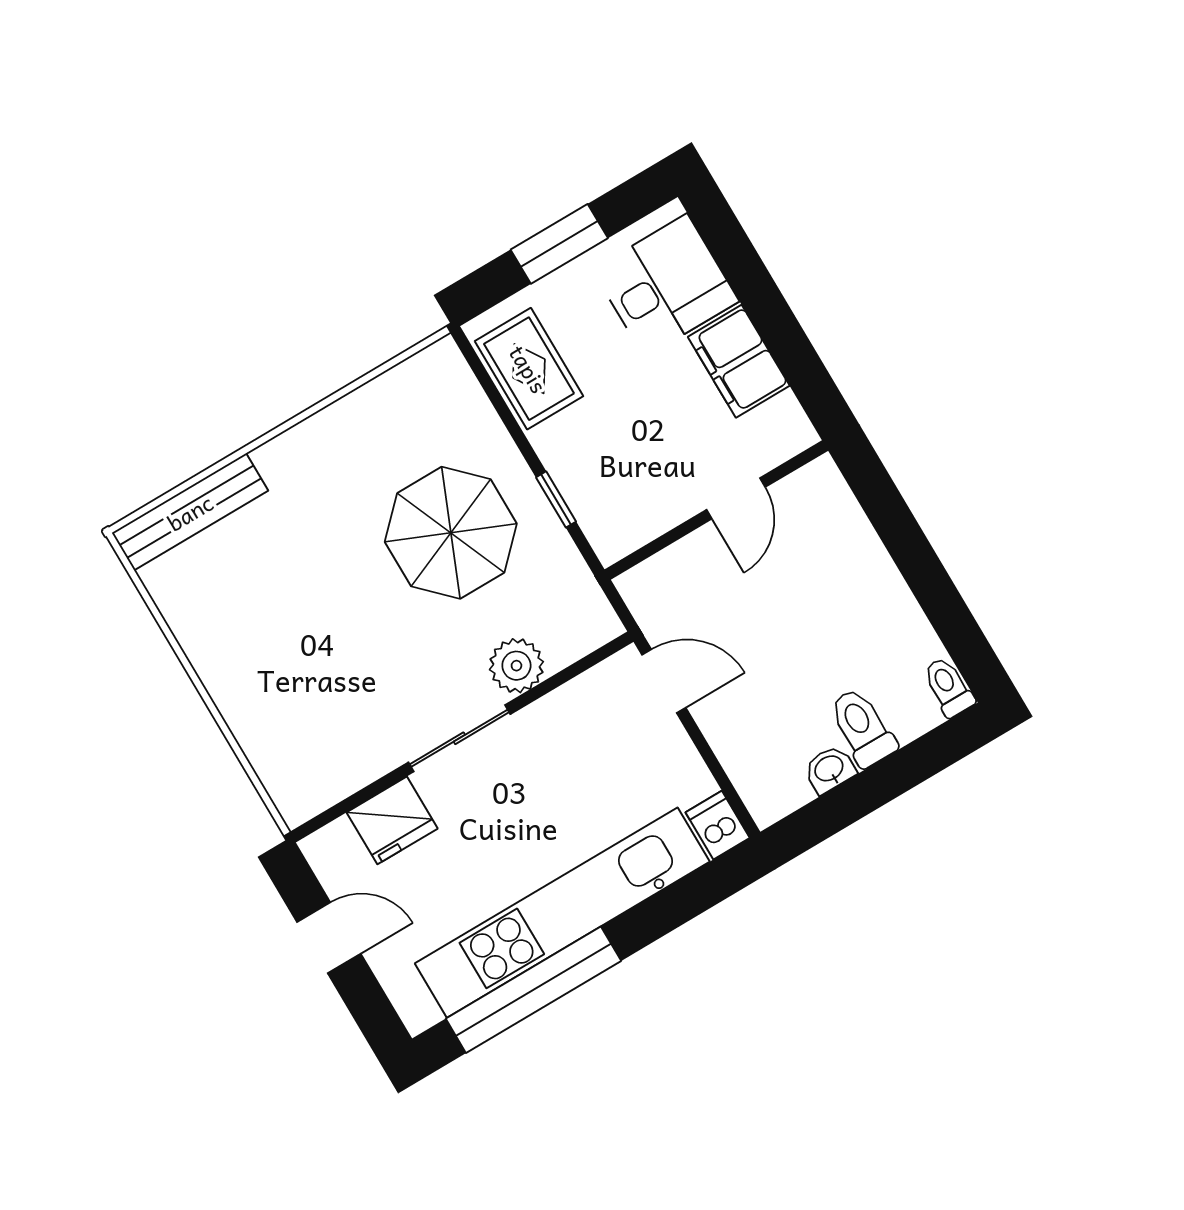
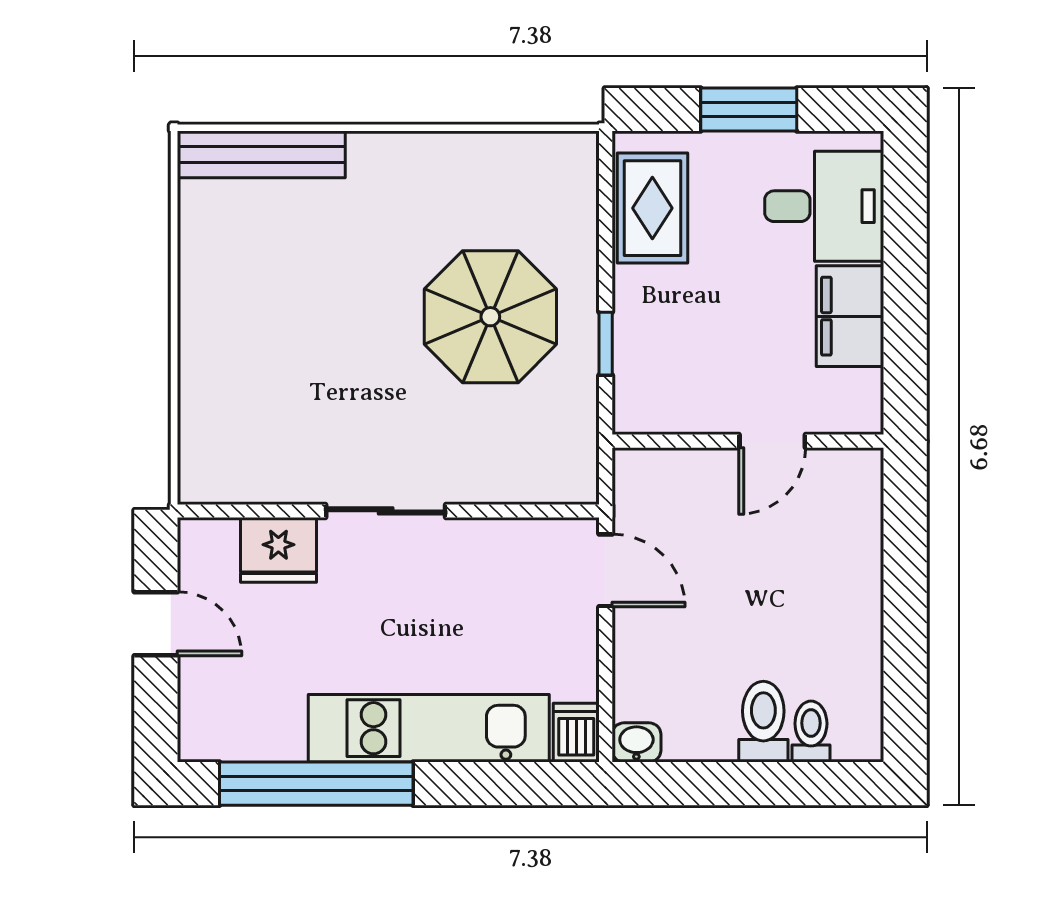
plant: (516, 666) -> (478, 475), removed
toilet: (948, 687) -> (811, 732), moved
washbasin: (829, 769) -> (636, 742), moved
kitchen unit: (562, 913) -> (429, 728), width x0.73

